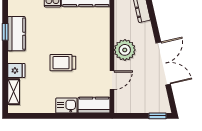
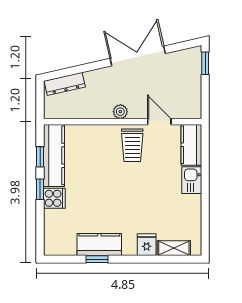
plant: (125, 50) -> (120, 112), width x0.53, depth x0.53
trolley: (63, 63) -> (132, 145), moved

